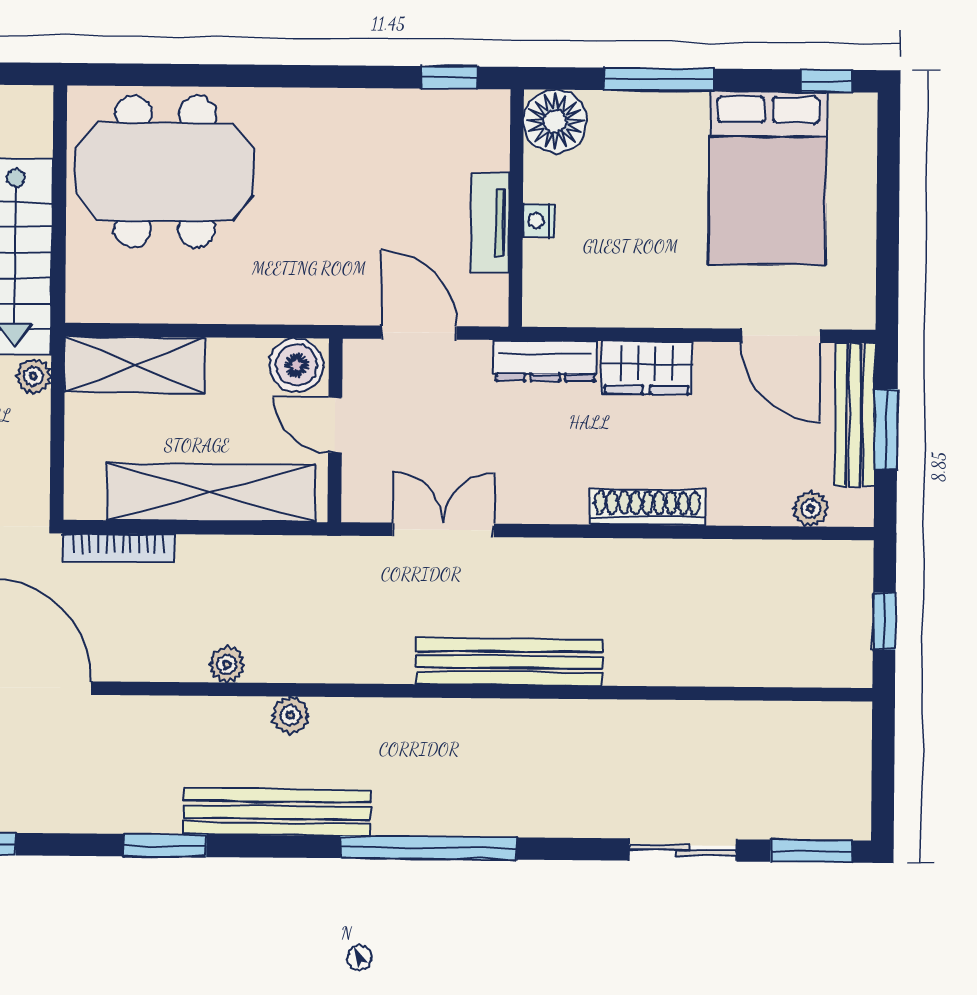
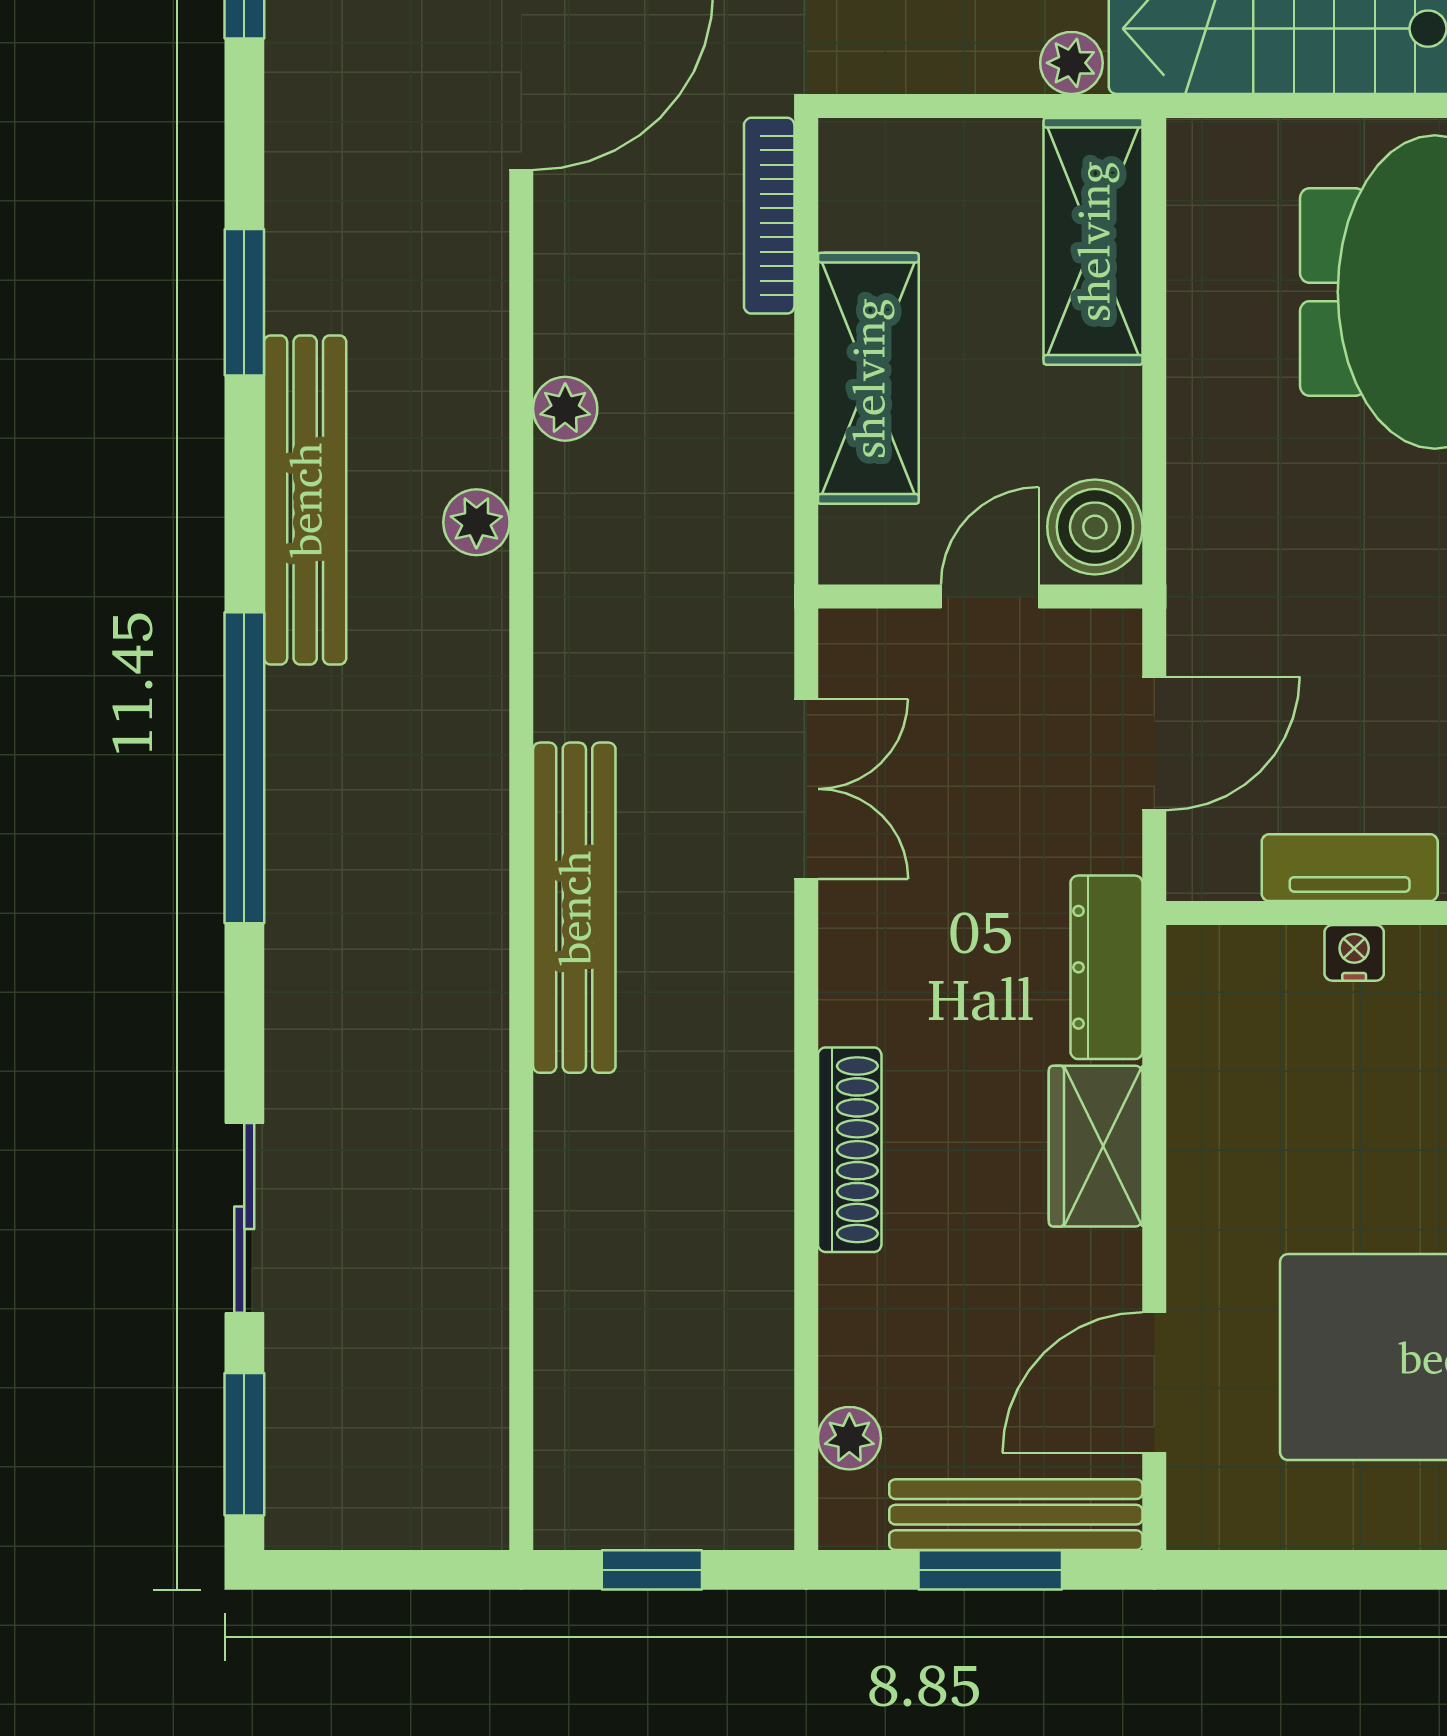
shelving: (211, 493) -> (868, 378), width x0.68

